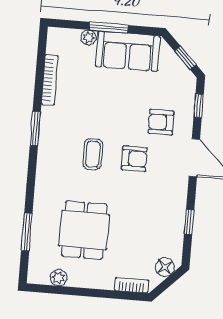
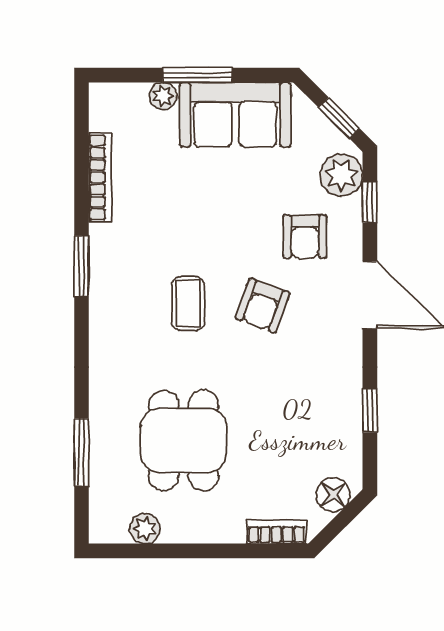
plant: (184, 90) -> (341, 175), added
armchair: (161, 122) -> (305, 236), turned -90
armchair: (134, 159) -> (263, 306), turned 110

